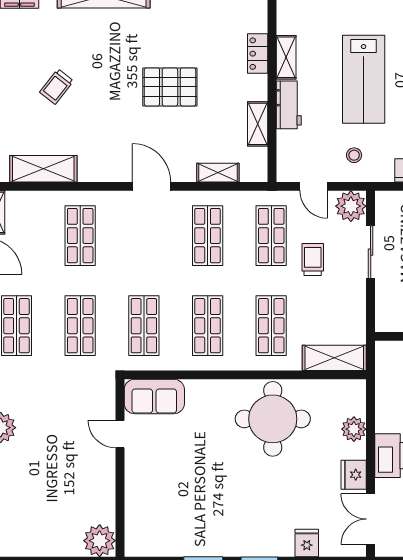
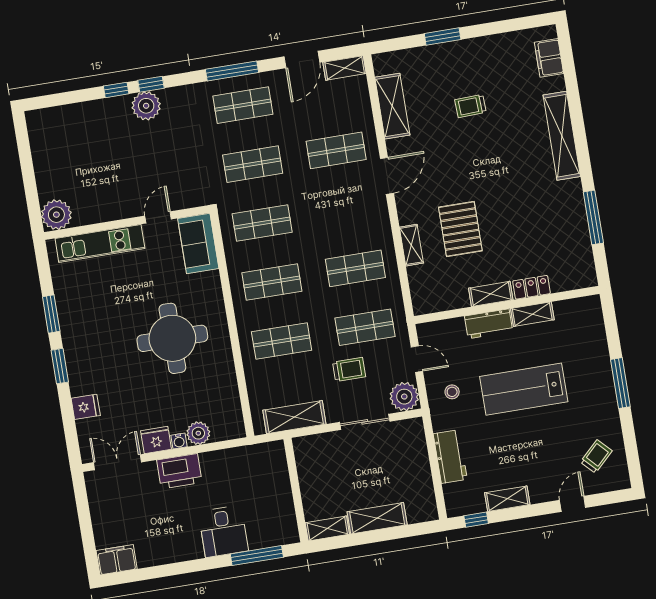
trolley: (57, 87) -> (470, 106), turned -40
pallet: (170, 87) -> (460, 229), moved
shelving: (258, 124) -> (491, 294), moved
shelving: (218, 173) -> (411, 245), moved
door: (152, 186) -> (387, 176), moved
door: (314, 186) -> (417, 359), swing flipped
shelving: (334, 358) -> (294, 417), moved, turned 90
round table: (273, 419) -> (172, 338), moved
water cooler: (359, 451) -> (179, 441), added
kitchen unit: (137, 500) -> (100, 243), added

